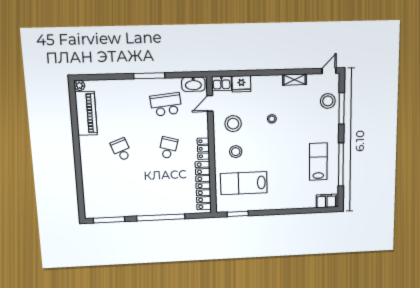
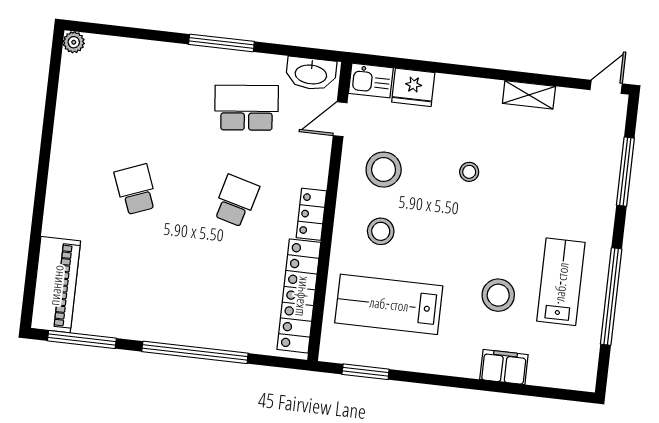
stool: (328, 101) -> (498, 295), moved
piano: (86, 113) -> (56, 285), moved
filing cabinet: (326, 201) -> (504, 367), moved

